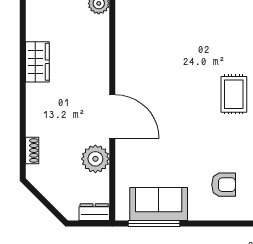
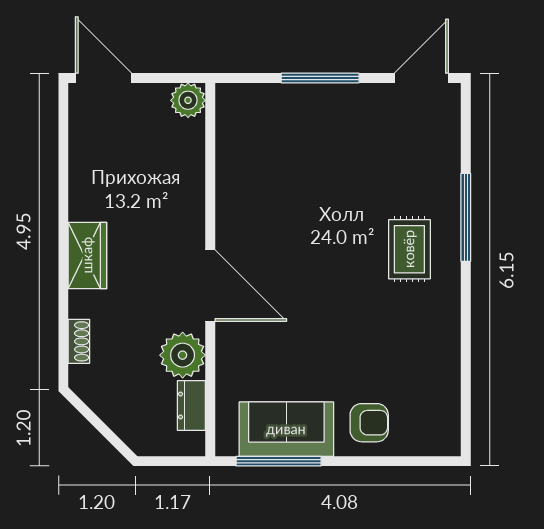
wardrobe: (37, 62) -> (87, 255), moved
armchair: (224, 185) -> (369, 423), moved
dresser: (94, 212) -> (191, 405), moved, turned -90

